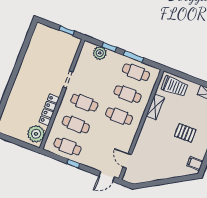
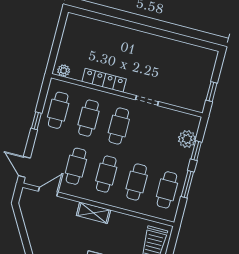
shelving: (155, 107) -> (94, 213), moved
plant: (36, 134) -> (64, 71), width x0.53, depth x0.53
cafe table: (111, 138) -> (76, 166), added

